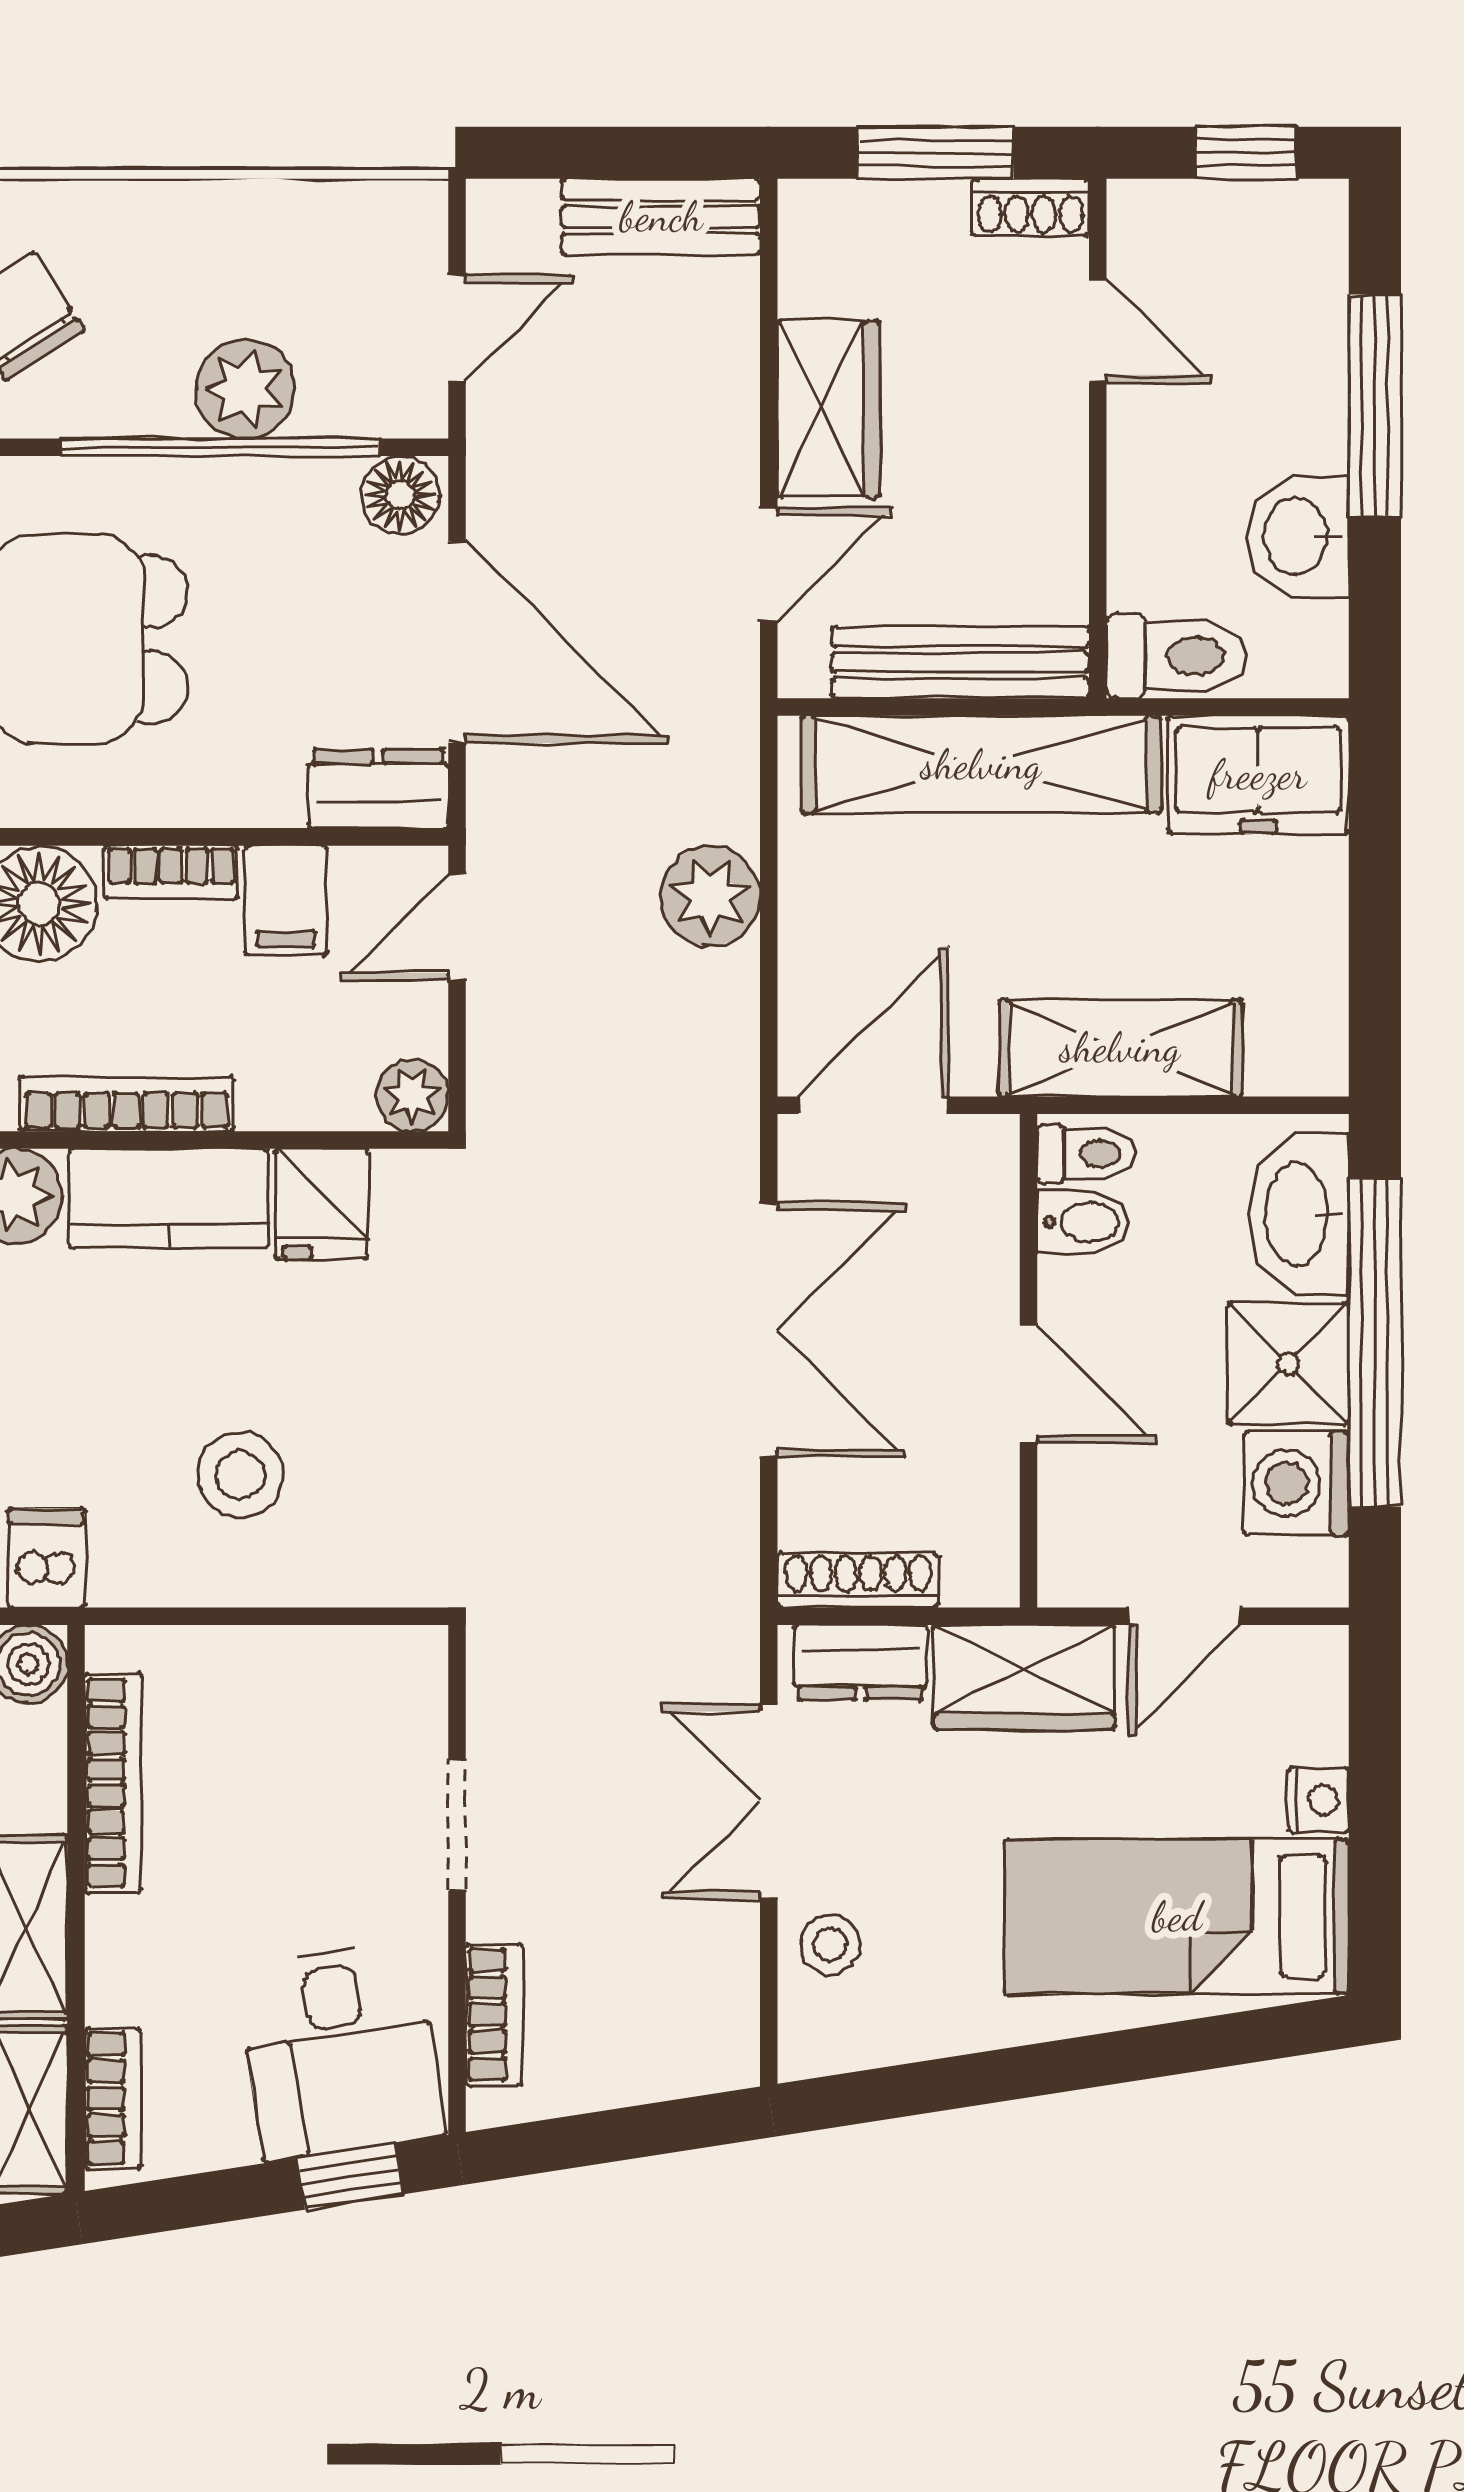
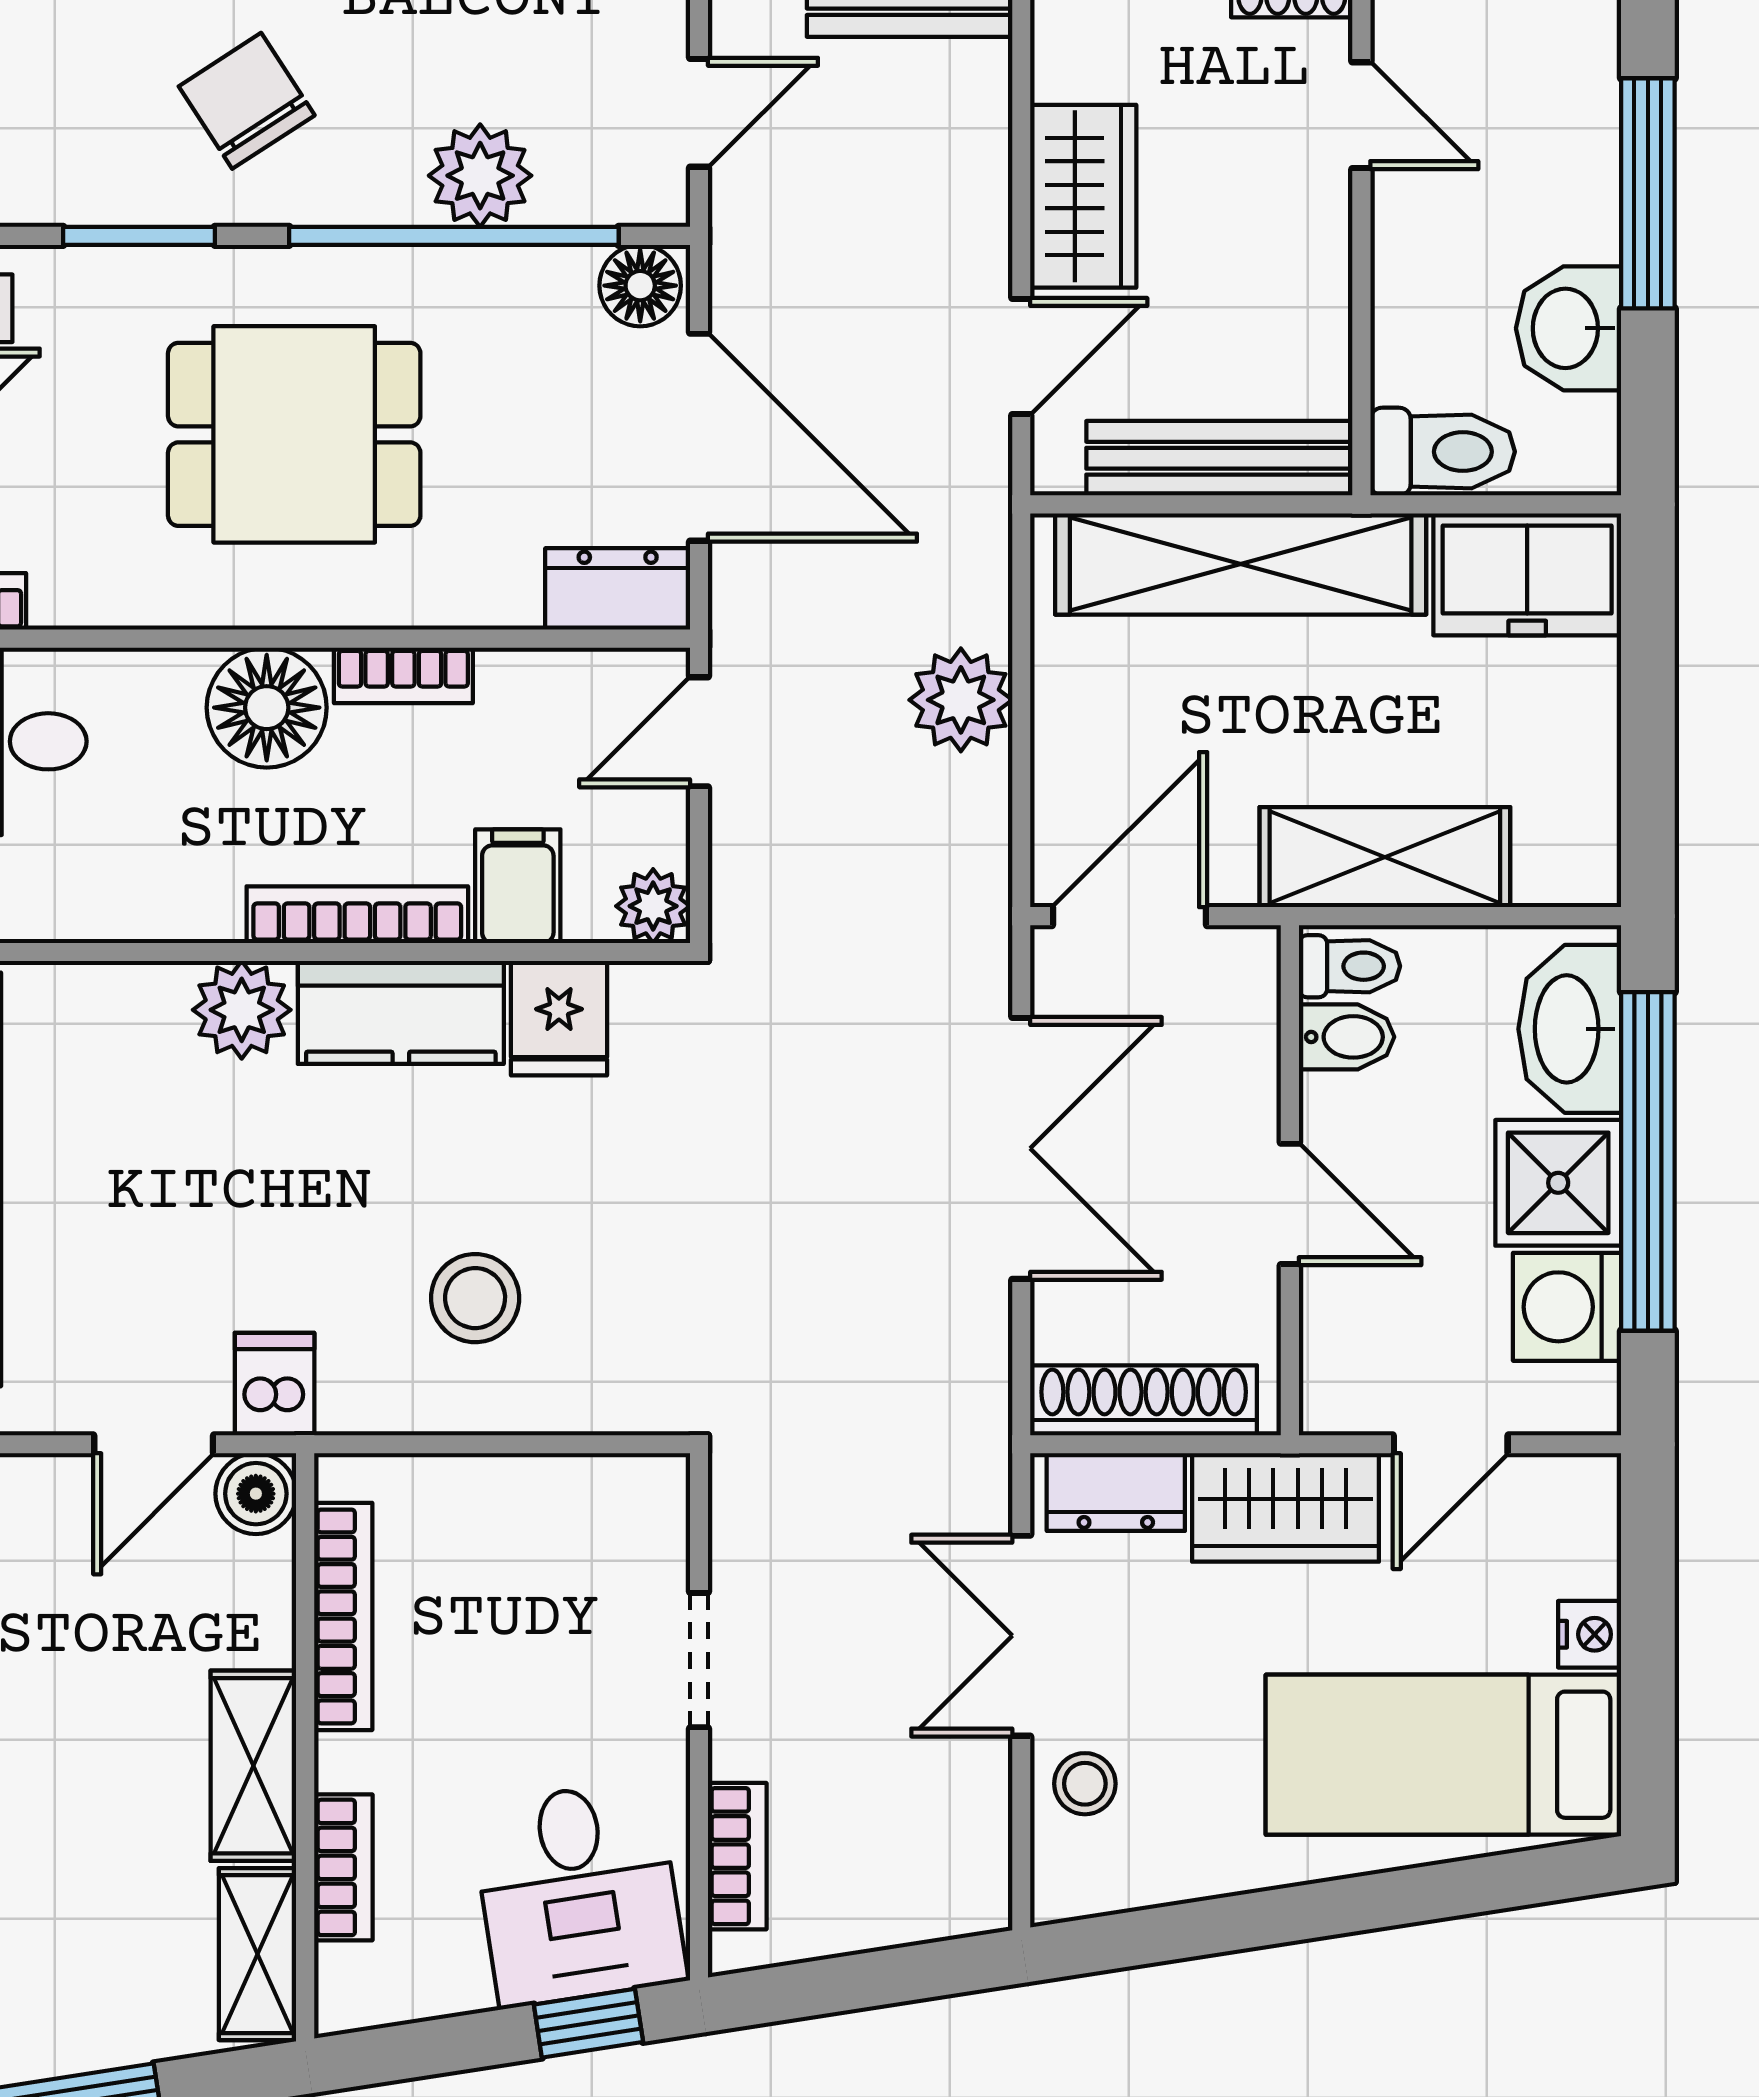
filing cabinet: (286, 901) -> (518, 886), moved, turned 180
shoe rack: (858, 1580) -> (1144, 1400), width x1.36, depth x1.24
bookcase: (113, 2098) -> (343, 1867), moved

